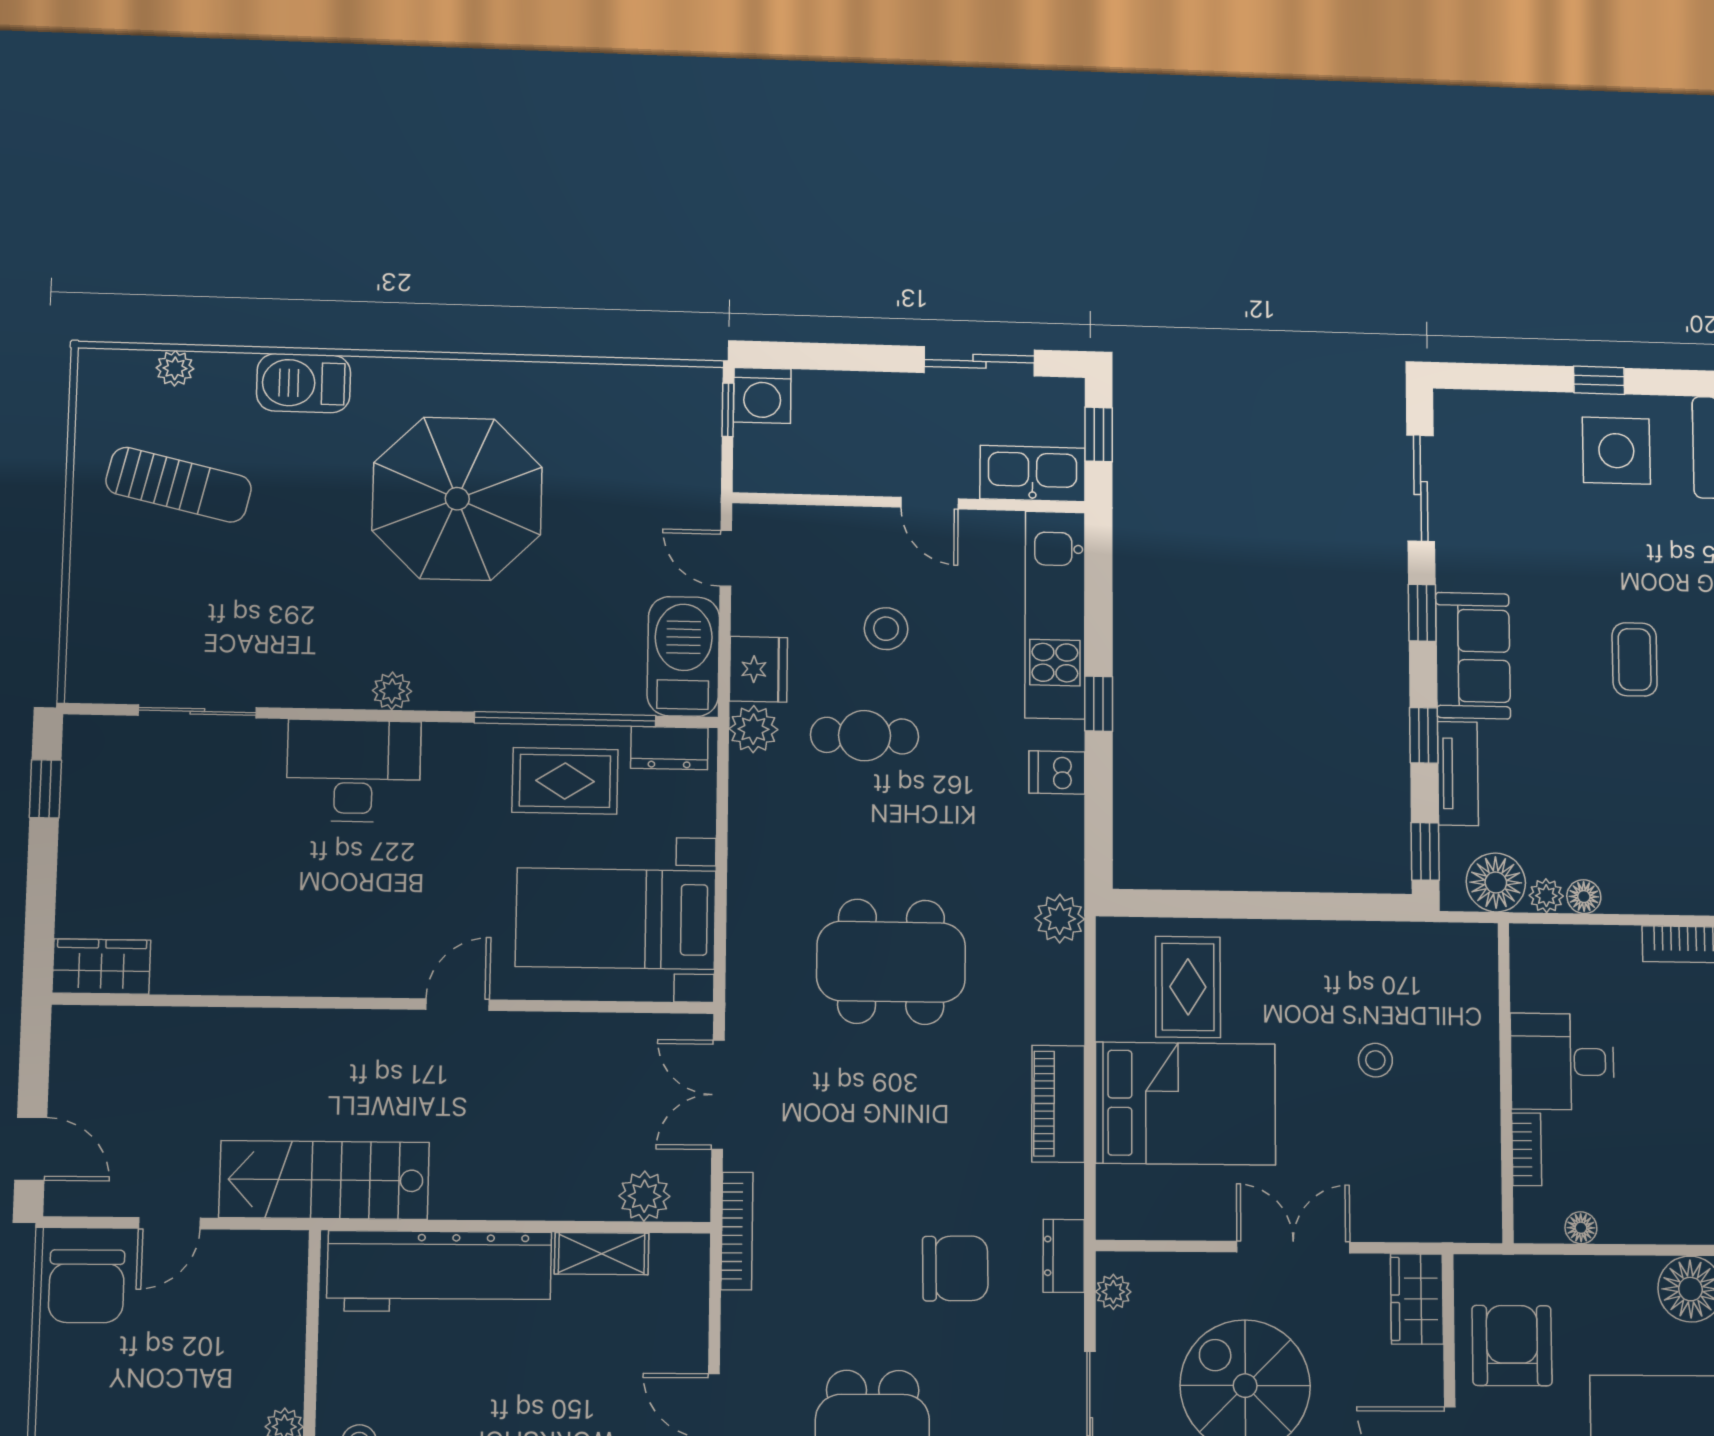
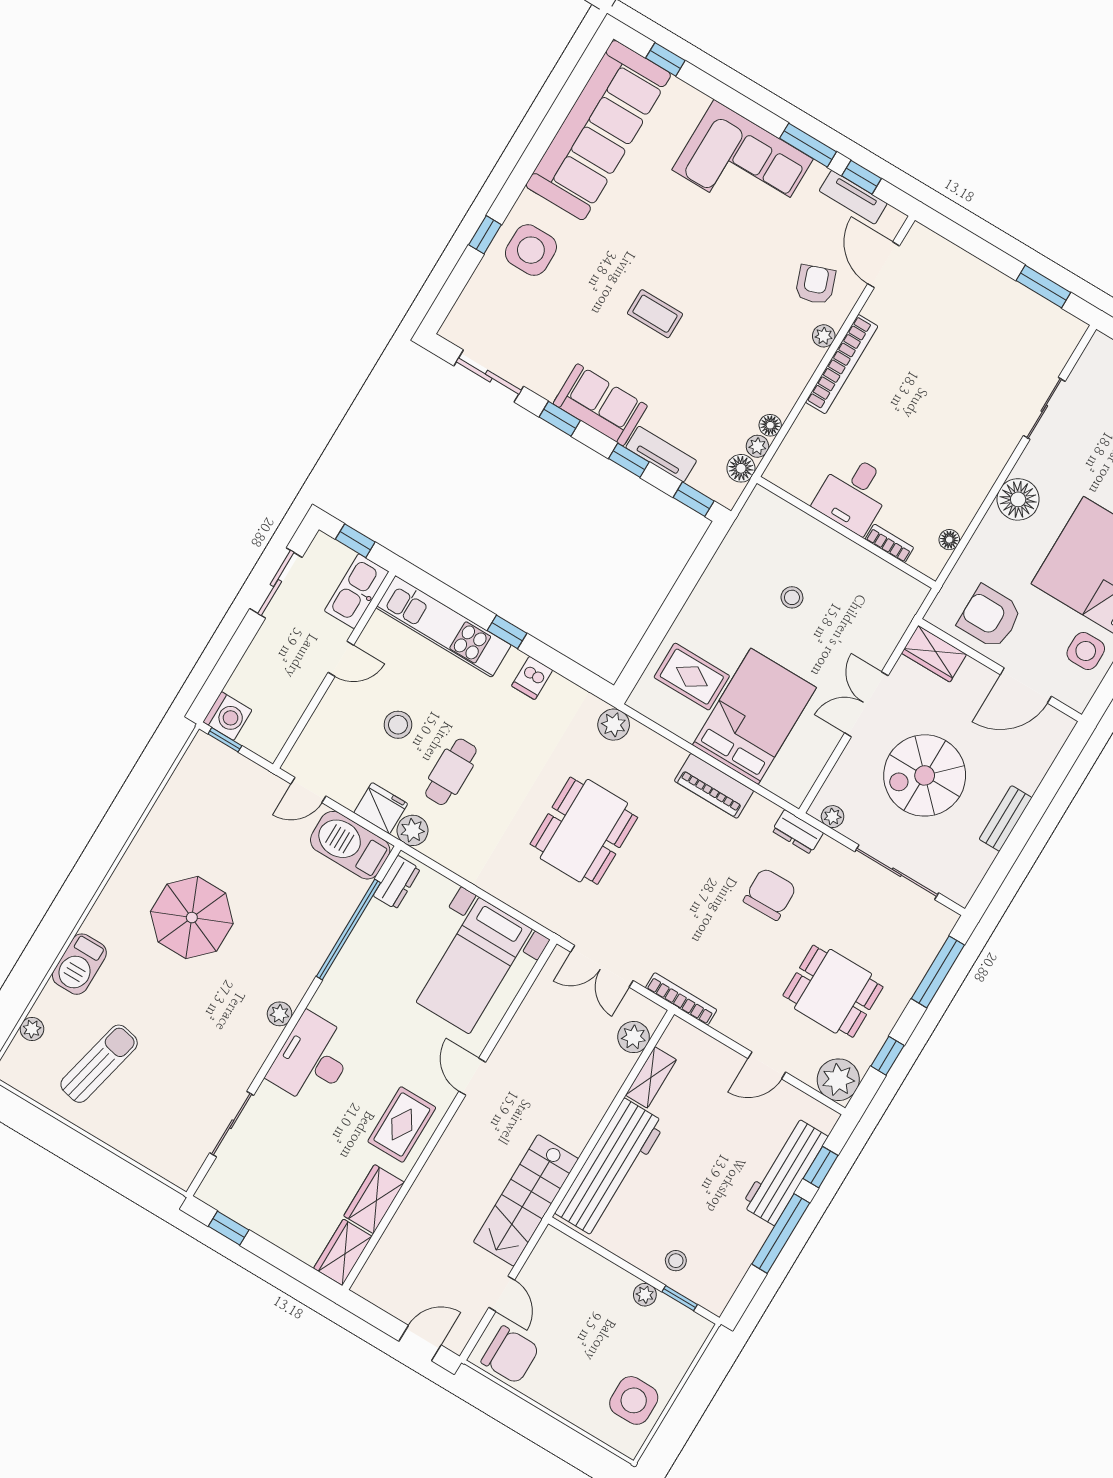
parasol: (457, 499) -> (192, 918), width x0.73, depth x0.73
rug: (565, 781) -> (402, 1125), moved
floor lamp: (1496, 882) -> (741, 468), width x0.73, depth x0.73
wardrobe: (204, 967) -> (374, 1199), added

